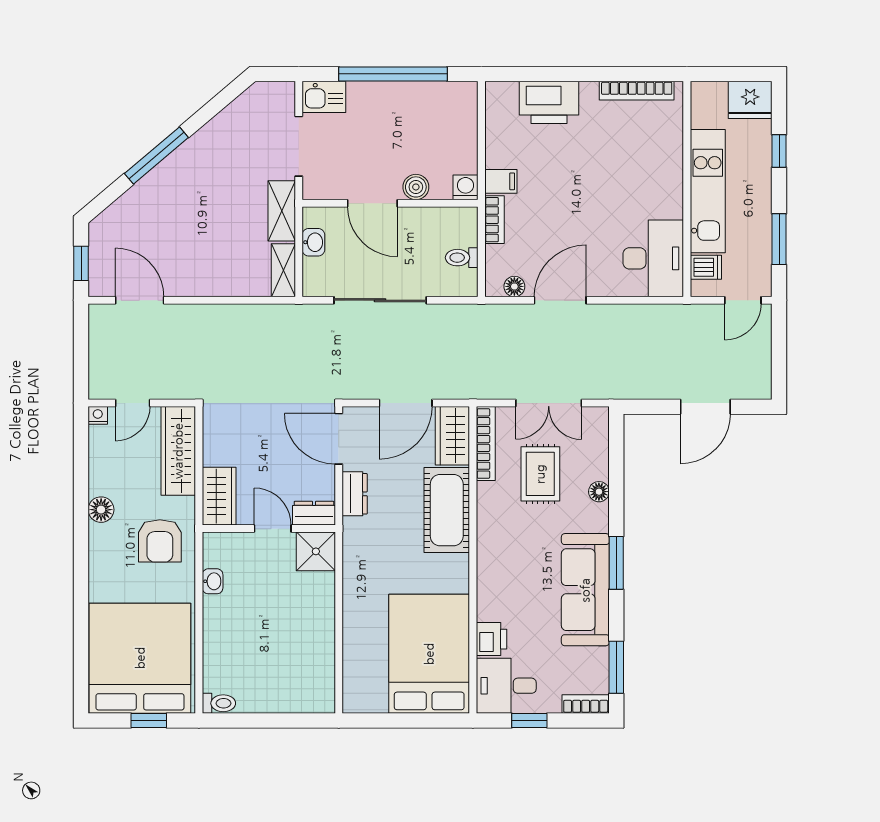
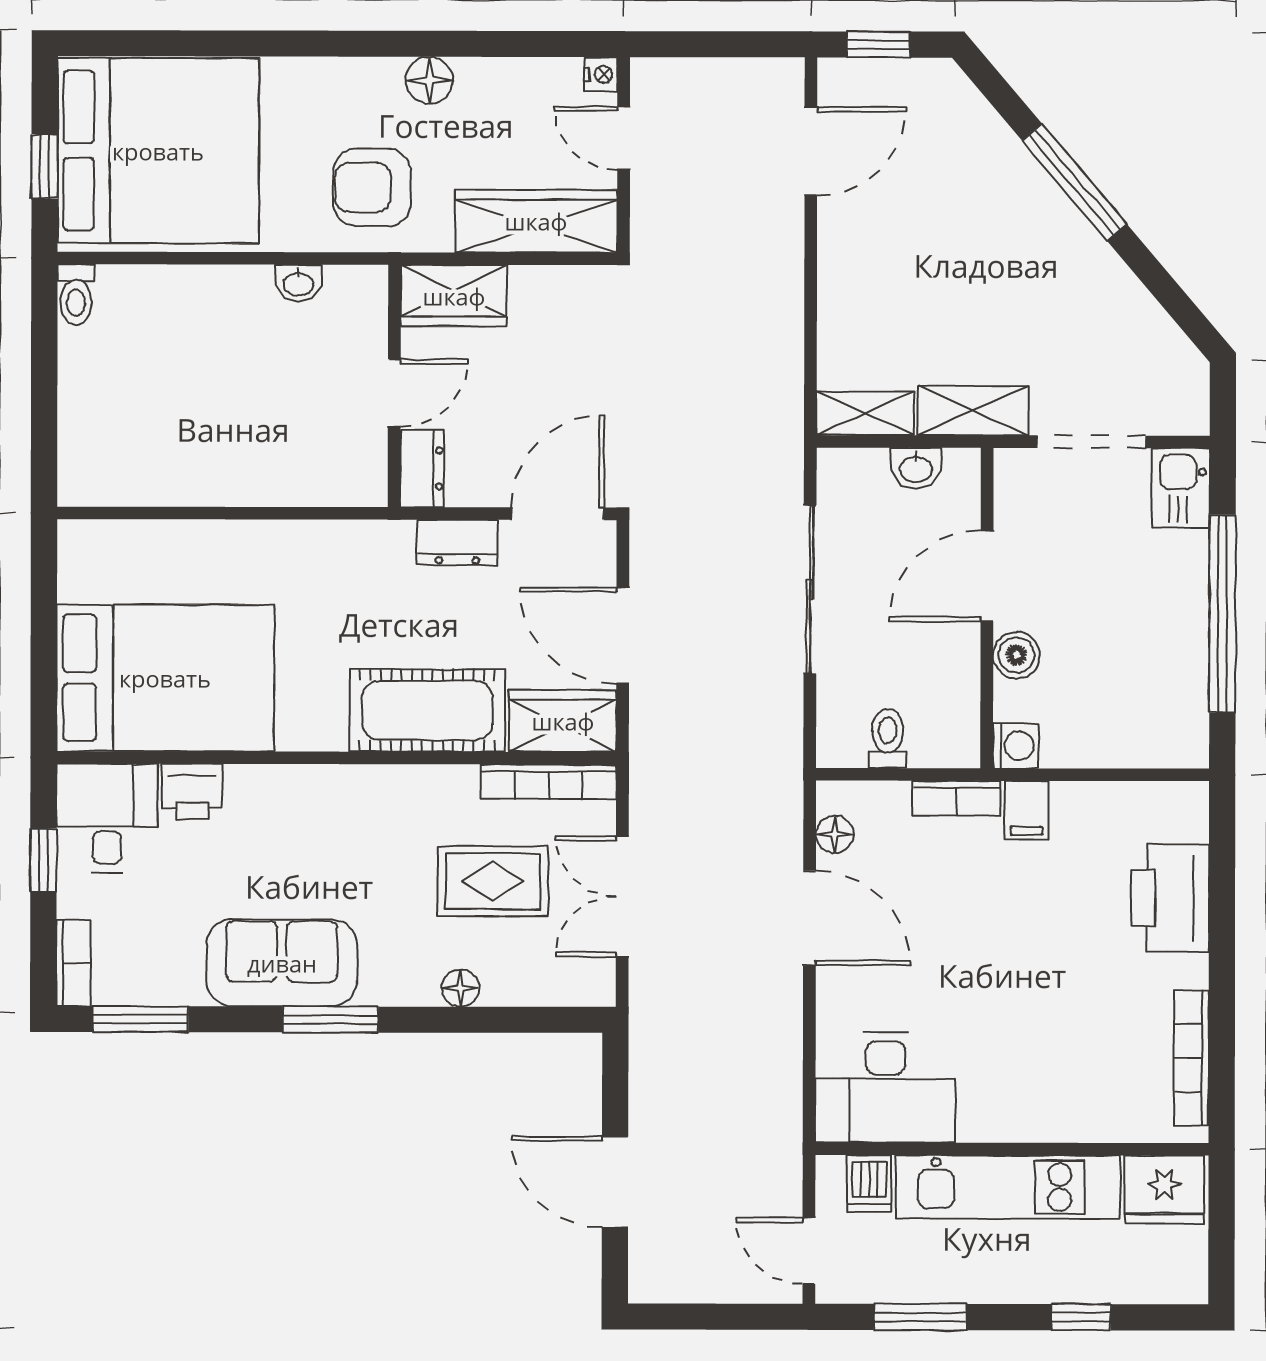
fridge: (750, 100) -> (1164, 1190), moved, turned -90
shower: (316, 551) -> (352, 472), removed
sofa: (585, 590) -> (282, 963), width x0.73

